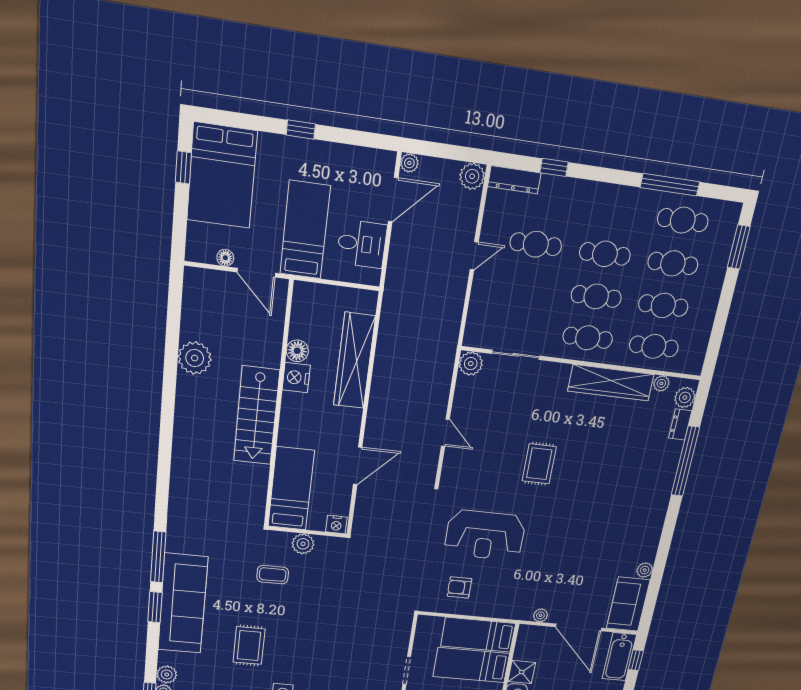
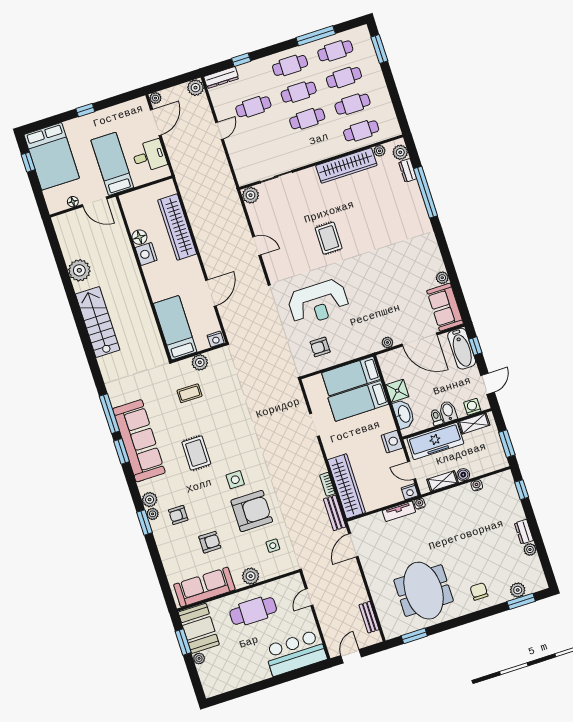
cafe table: (588, 338) -> (290, 65), moved
stairs: (257, 416) -> (98, 322), moved, turned 180

